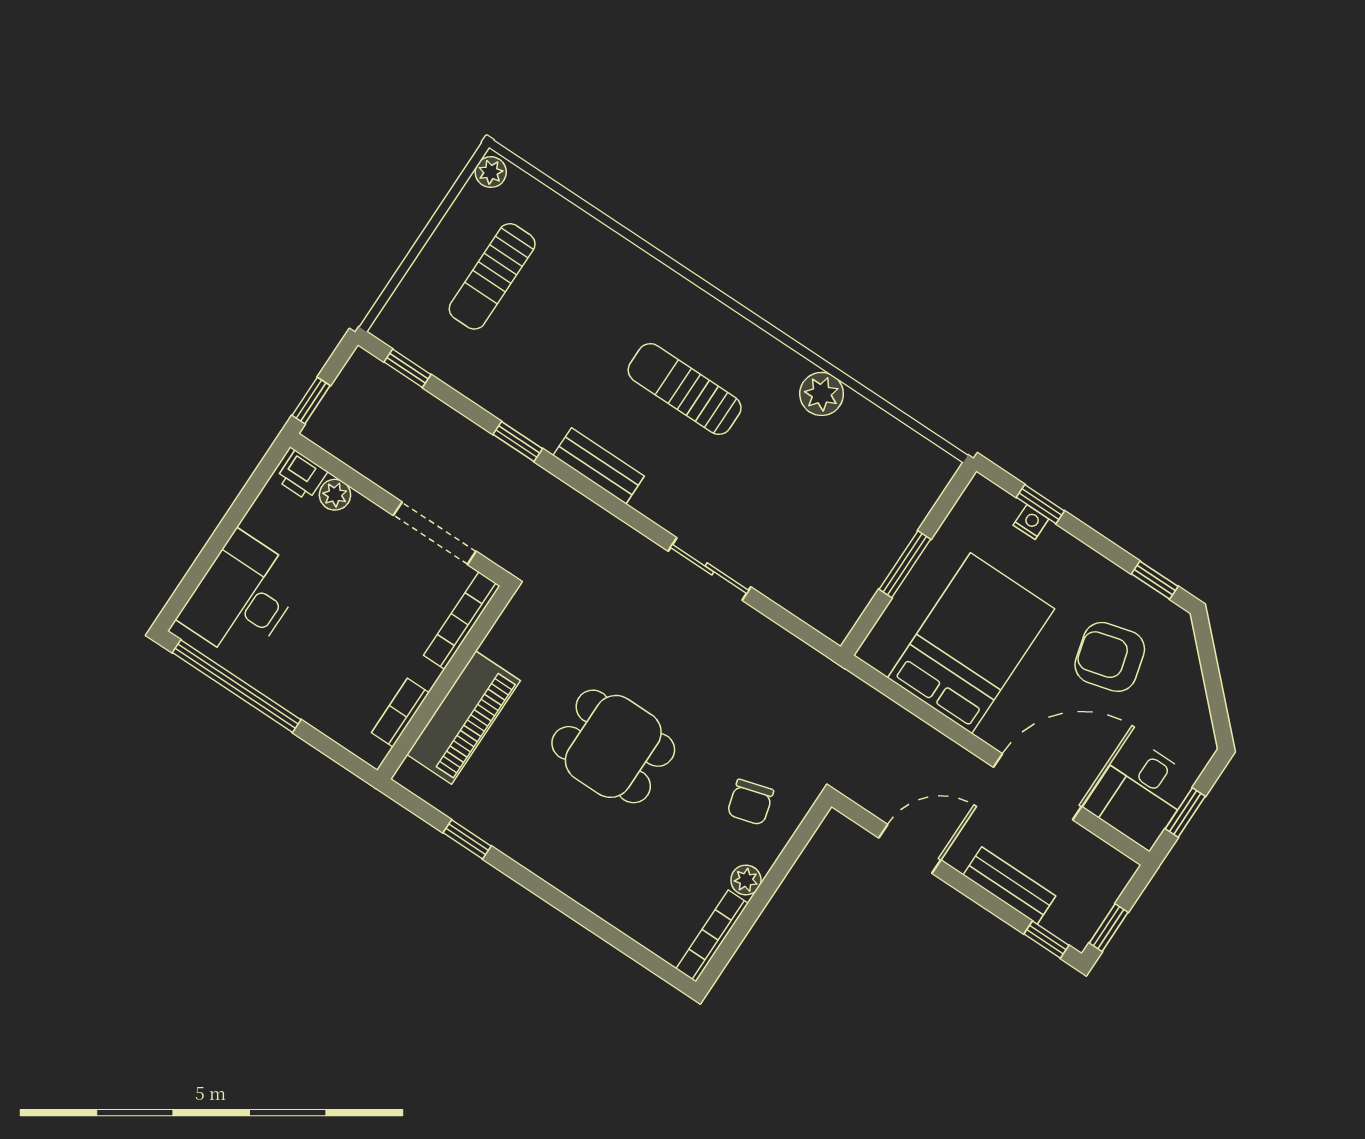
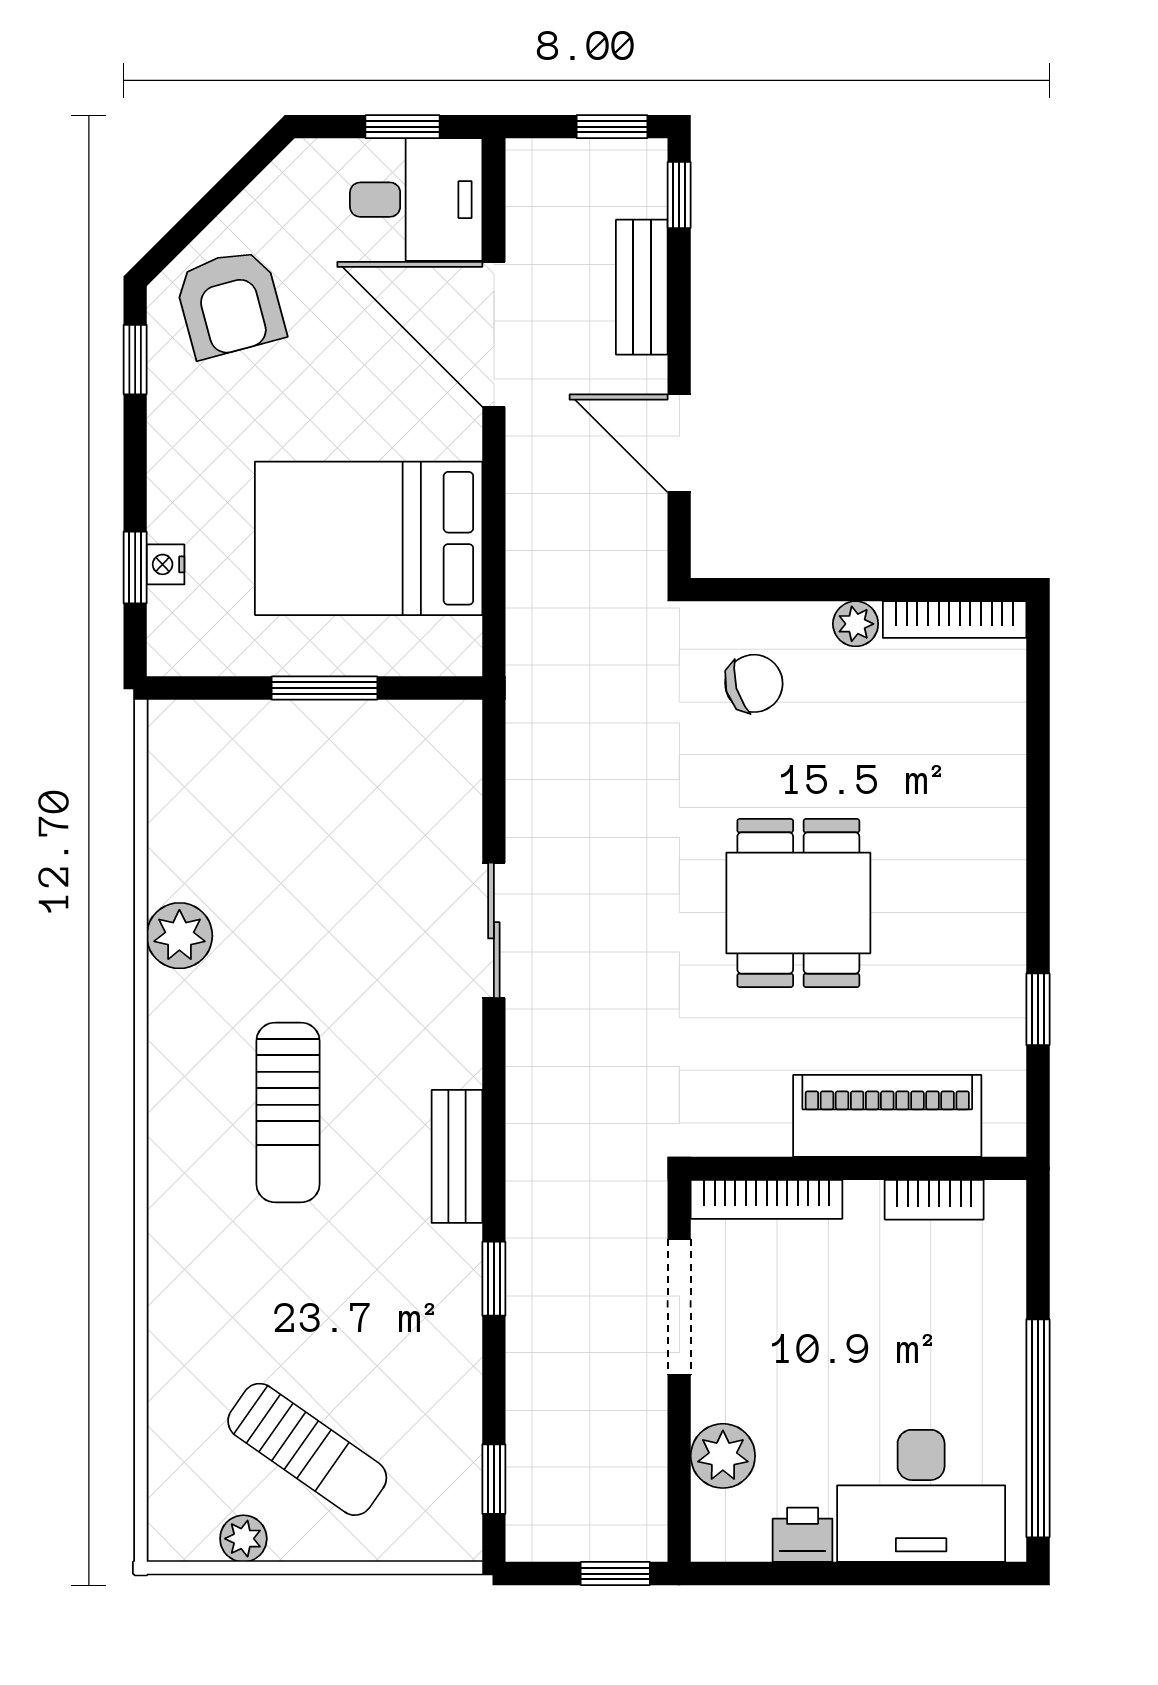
plant: (491, 172) -> (243, 1539), moved
sun lounger: (492, 276) -> (307, 1449), turned 35
printer: (302, 476) -> (803, 1535), moved, turned -90
plant: (335, 495) -> (723, 1456), width x1.38, depth x1.38
armchair: (1110, 657) -> (230, 303), moved

